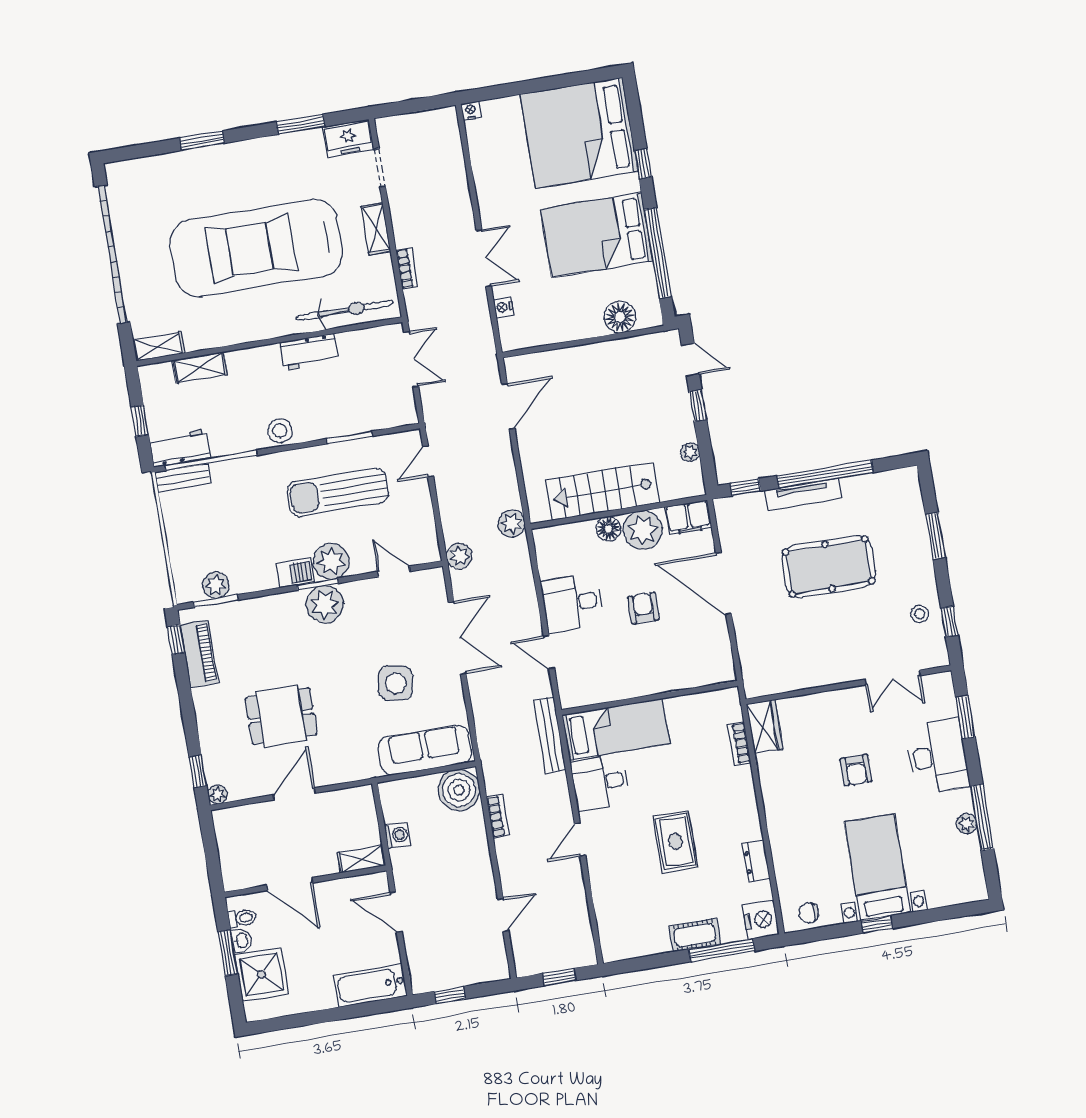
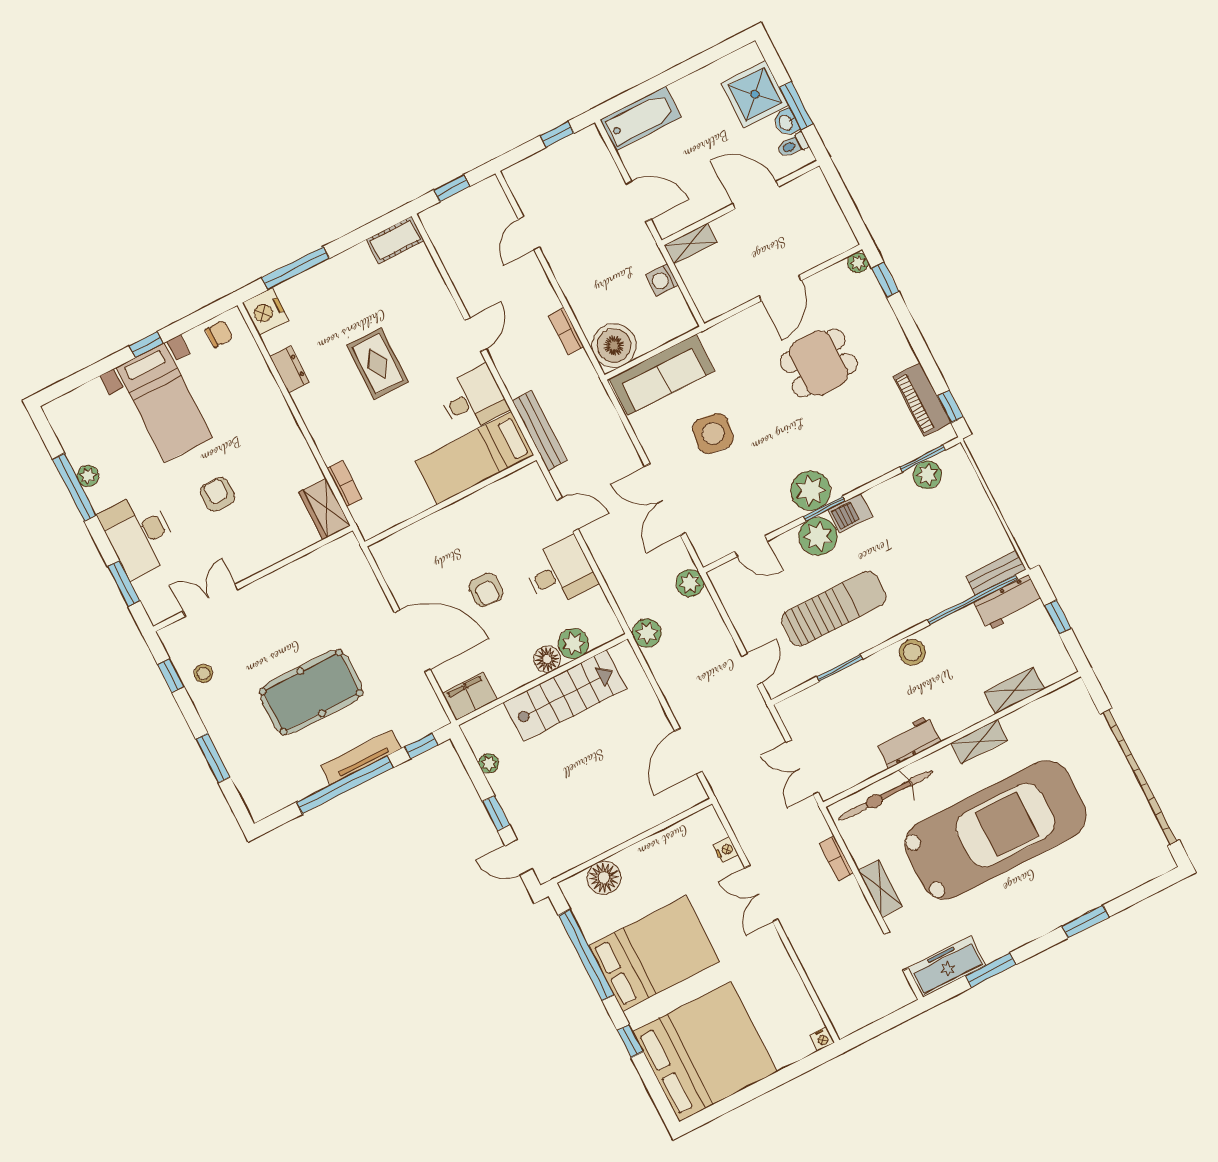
freezer: (348, 138) -> (947, 967), width x1.40
shelving: (158, 346) -> (979, 741), moved
plant: (643, 530) -> (573, 644), moved, width x0.73, depth x0.73
cot: (695, 935) -> (395, 240), moved

